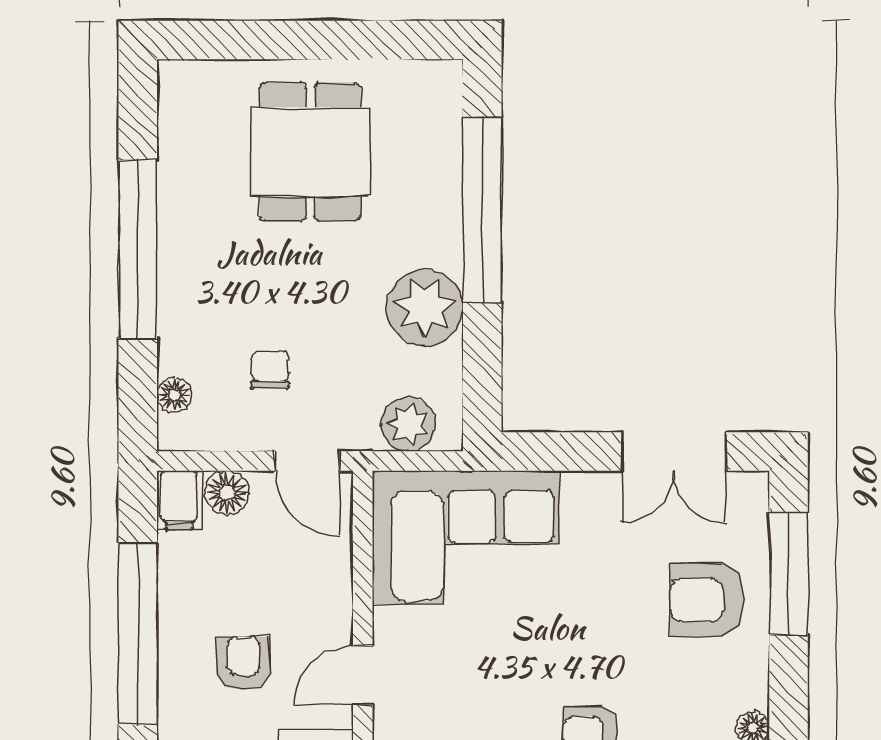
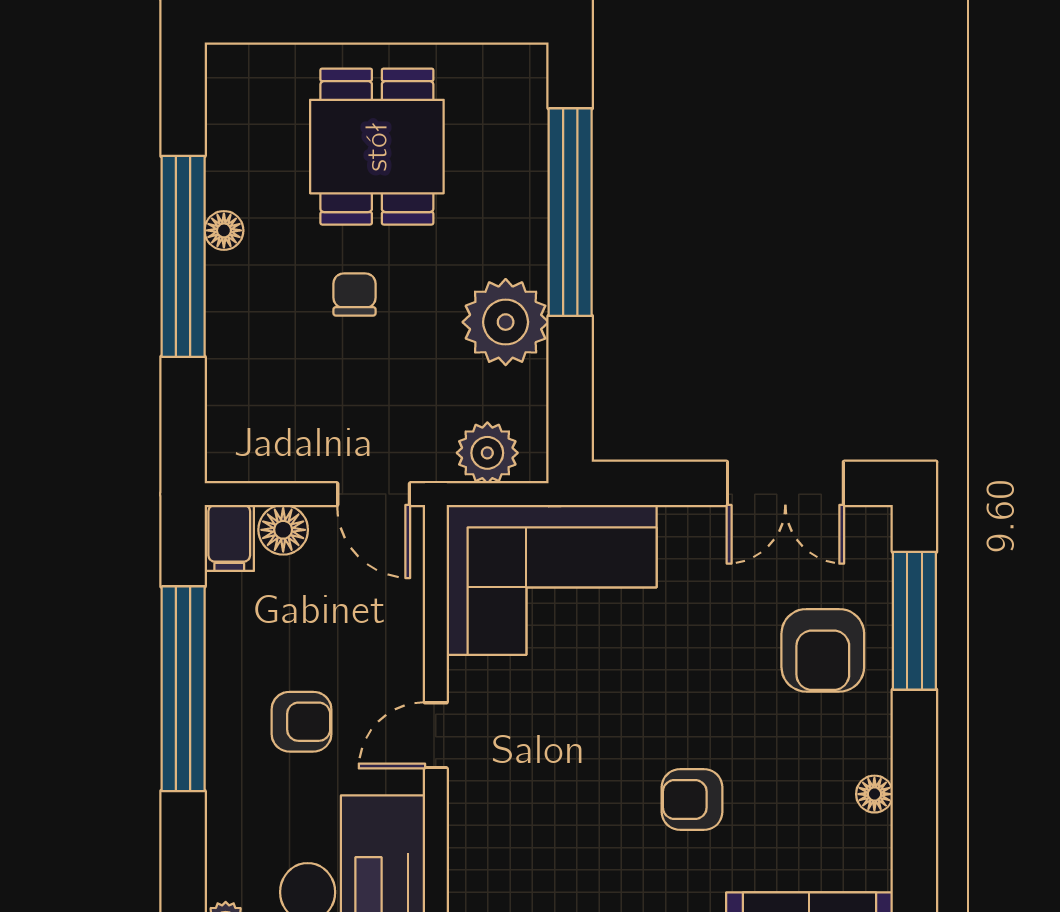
chair: (270, 370) -> (355, 294), moved
floor lamp: (174, 395) -> (224, 230), moved
armchair: (707, 600) -> (823, 650), turned -90
armchair: (243, 663) -> (301, 722), turned 90

